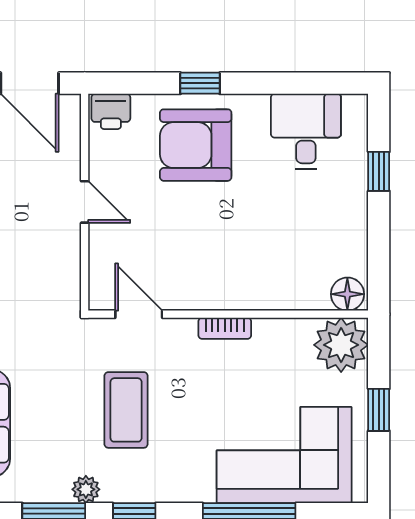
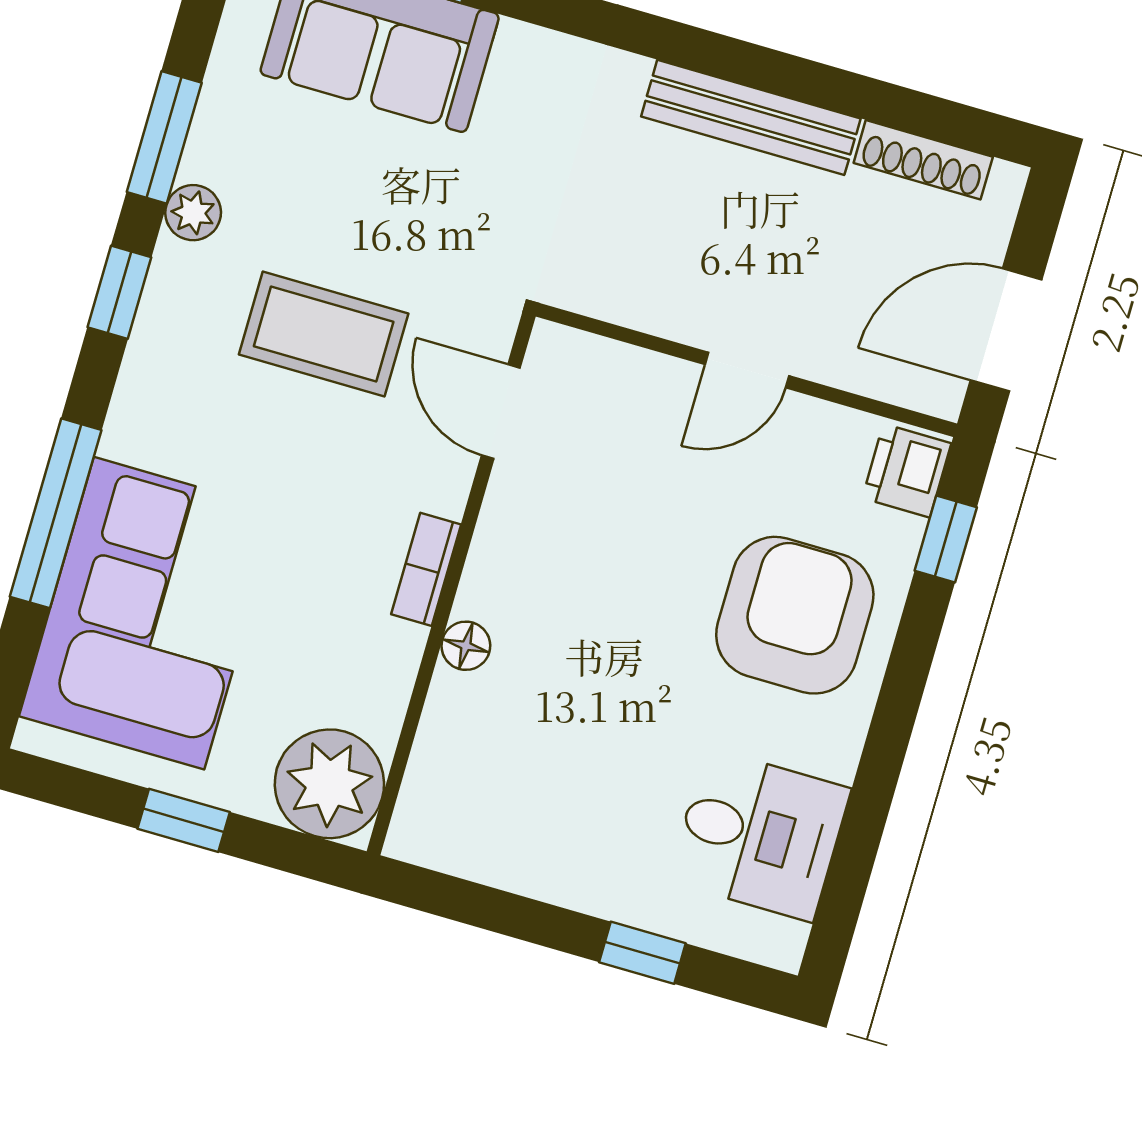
window: (200, 83) -> (946, 539), moved
floor lamp: (347, 294) -> (466, 646), moved, width x0.73, depth x0.73
door: (139, 314) -> (501, 412), swing flipped

